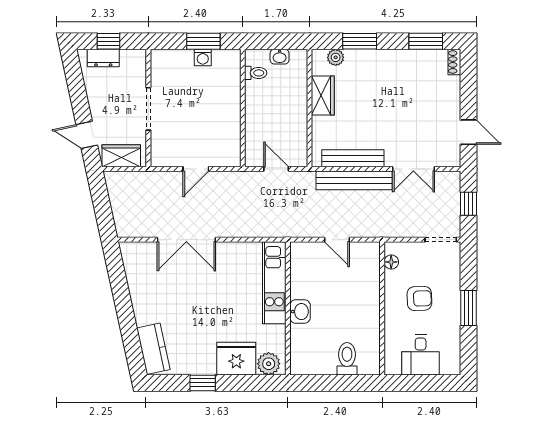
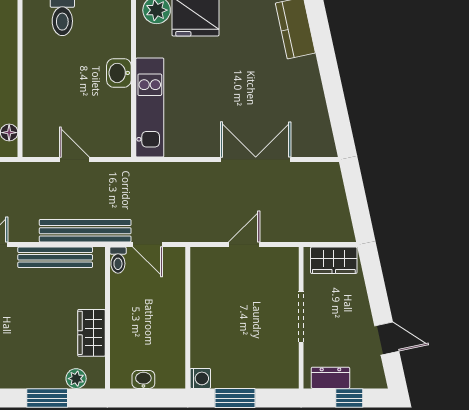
dresser: (103, 58) -> (330, 378), moved
washing machine: (203, 58) -> (200, 378), moved, turned 90
toilet: (256, 73) -> (118, 260), moved, turned -90
door: (87, 135) -> (387, 339), moved
bench: (354, 180) -> (85, 231), moved

